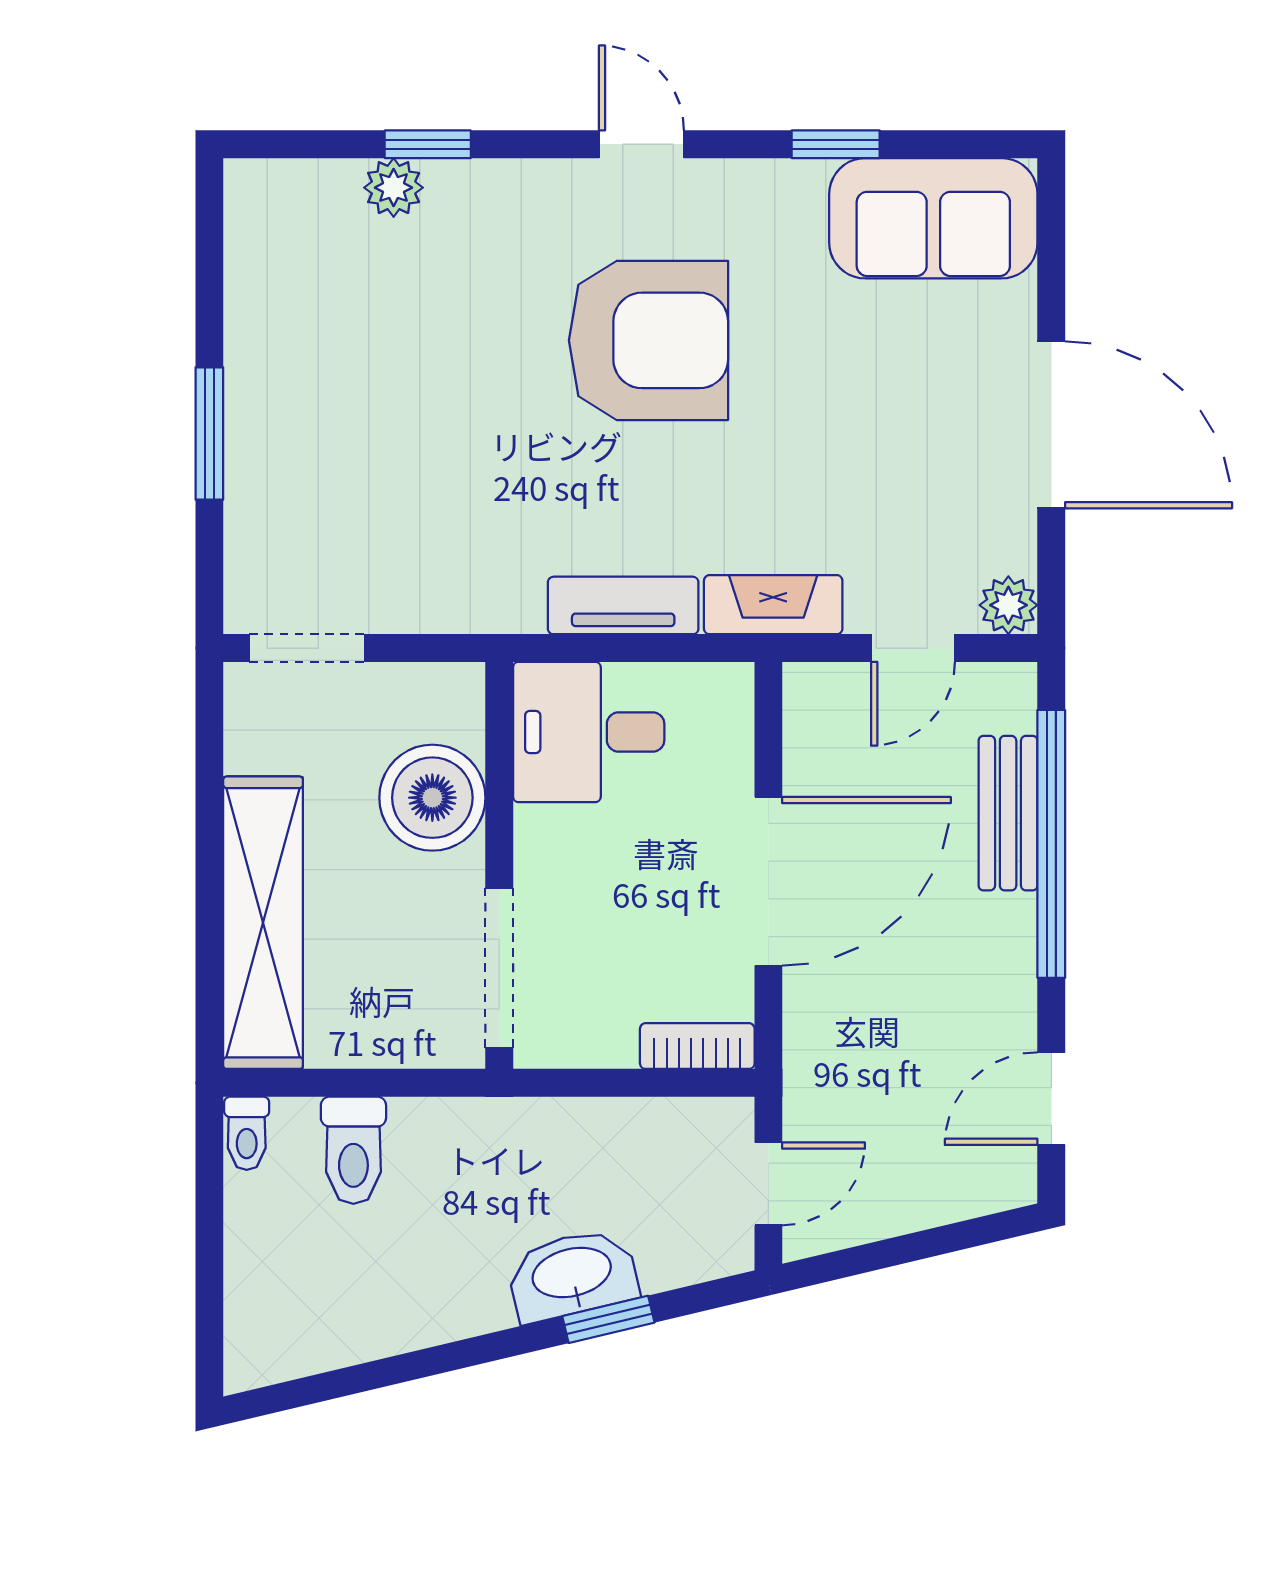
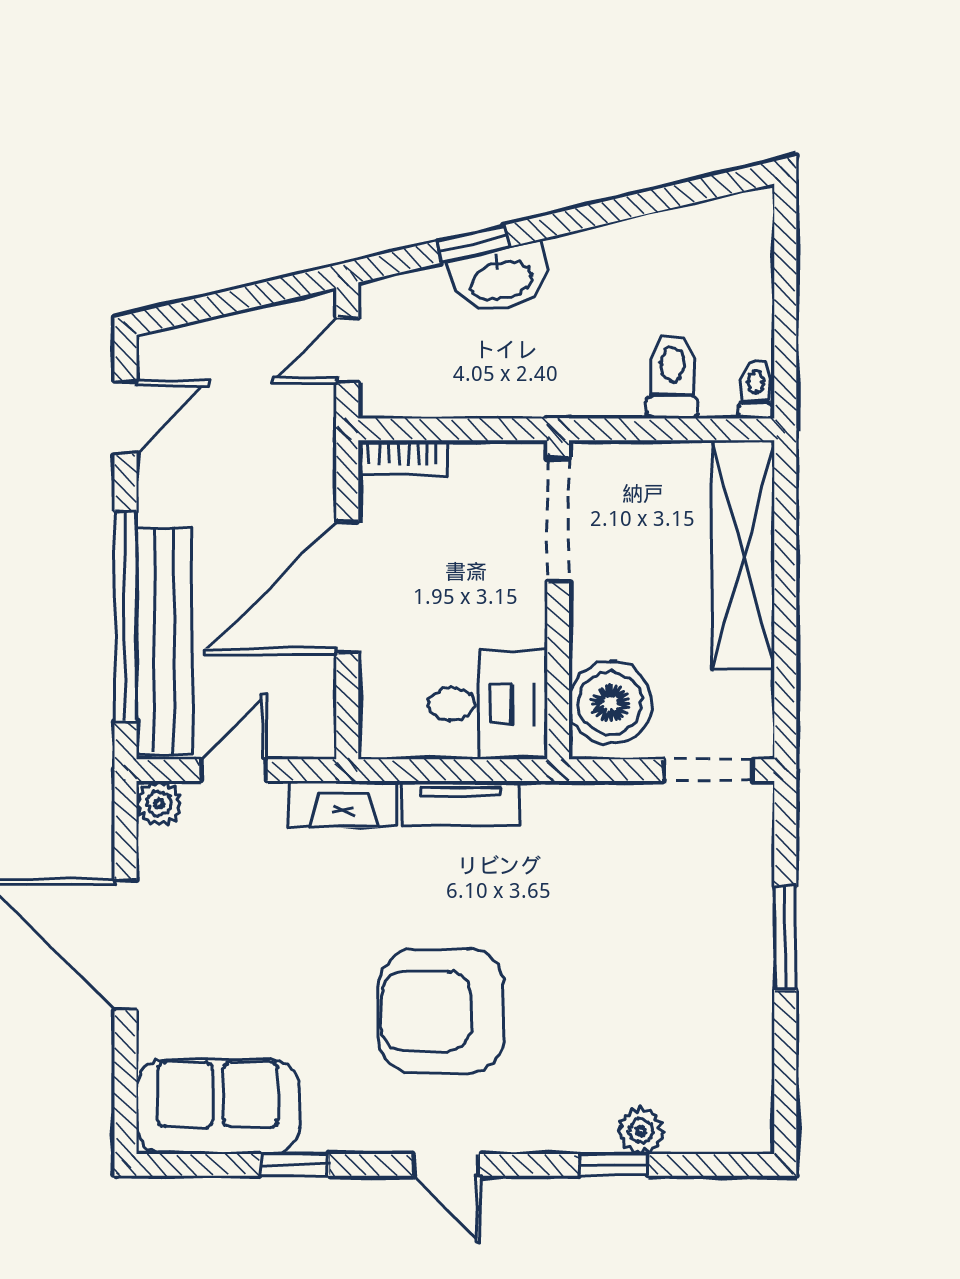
boiler: (432, 798) -> (611, 703), moved
bench: (1008, 813) -> (164, 641), width x1.86, depth x1.21

